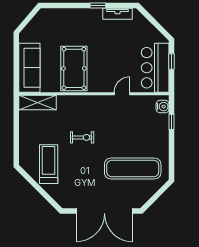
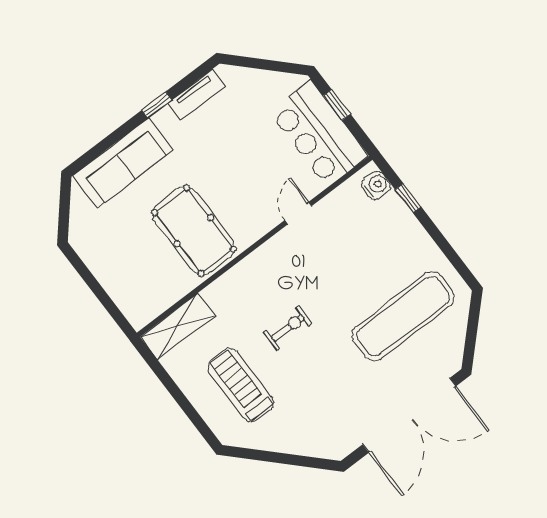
sofa: (29, 68) -> (123, 163), moved, turned 90
treadmill: (49, 164) -> (241, 385), moved

